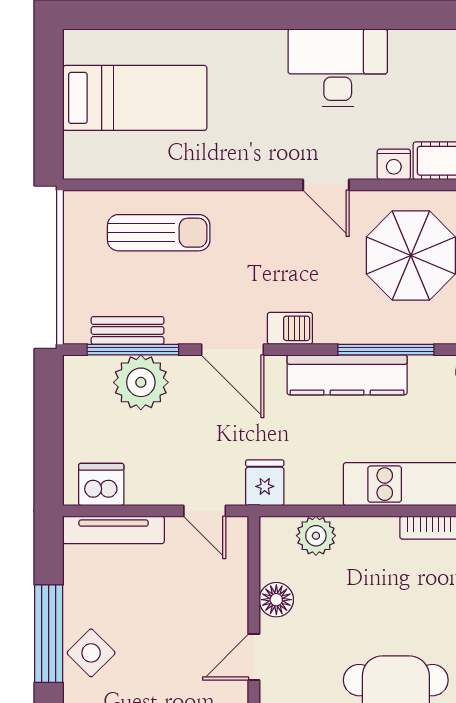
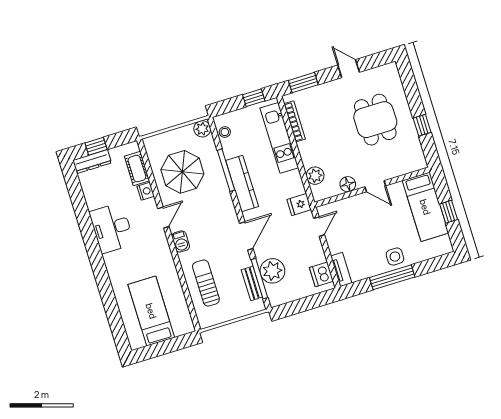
barbecue: (290, 328) -> (181, 241), moved, turned 180
tv unit: (114, 530) -> (341, 269), width x0.71
side table: (91, 653) -> (395, 257), turned 45

